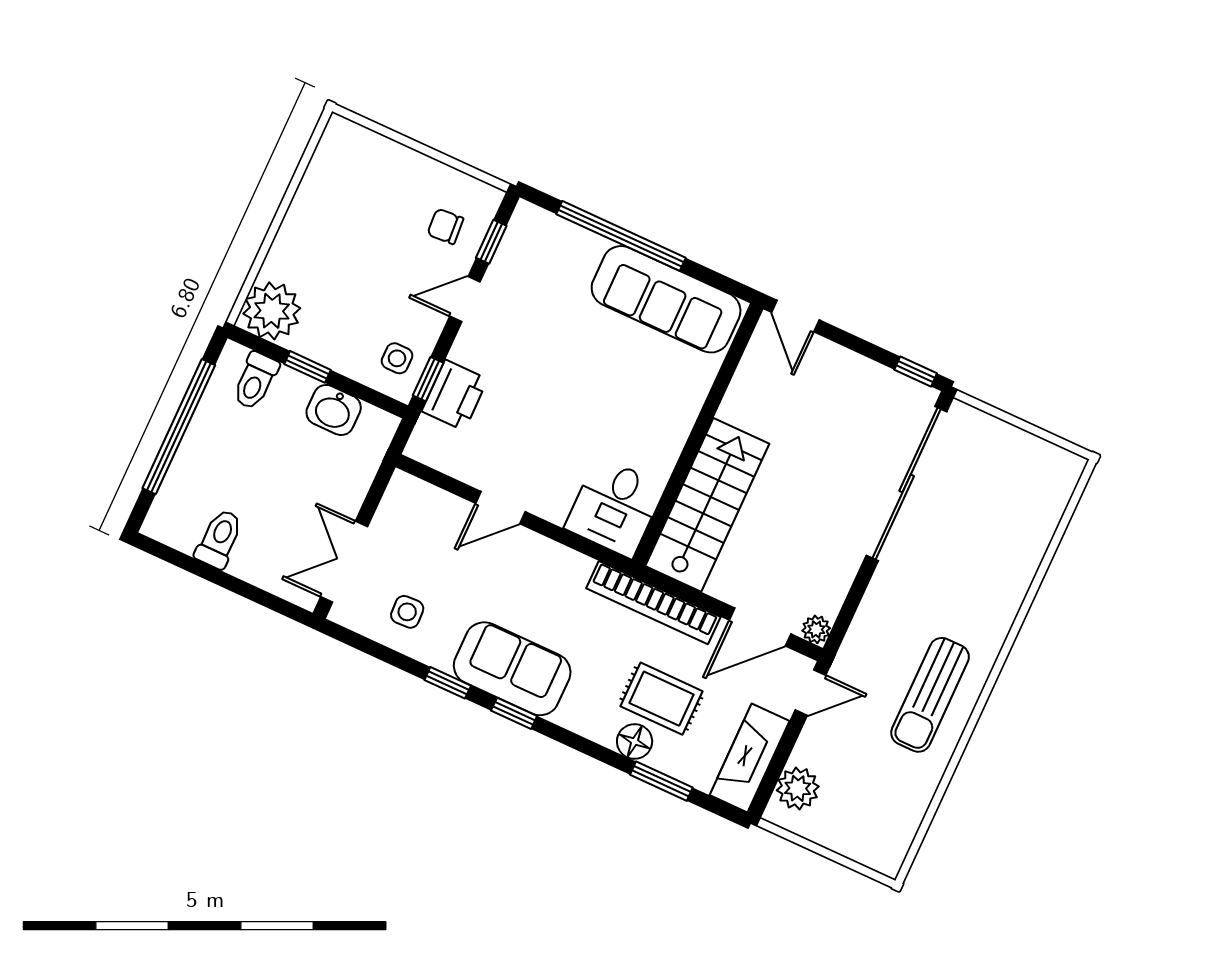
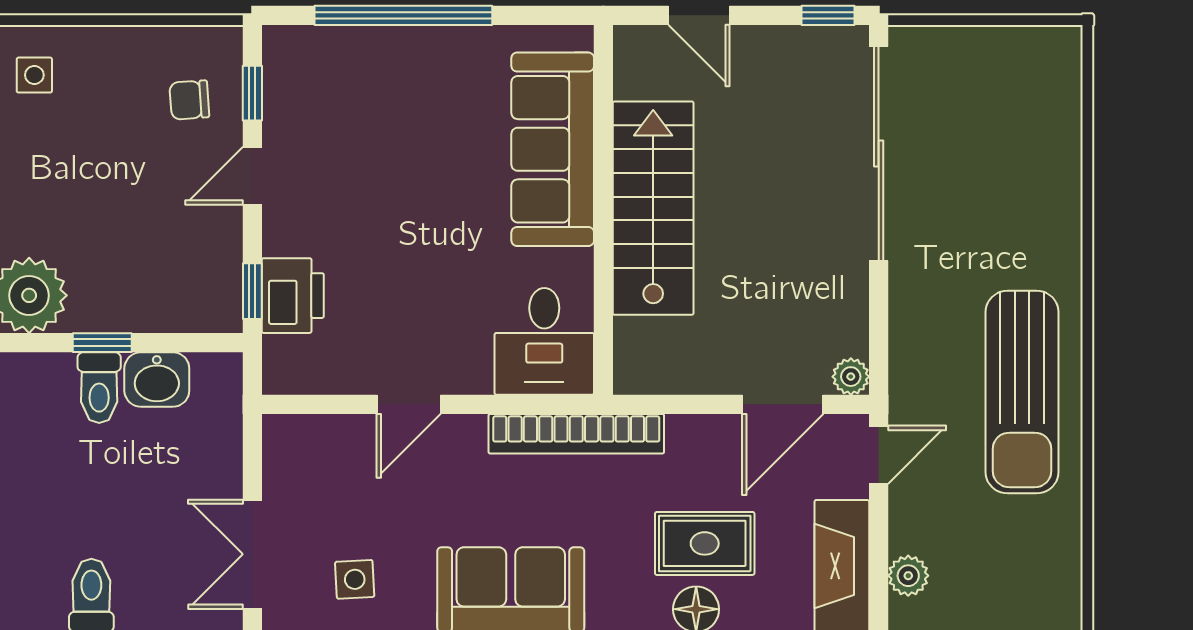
sofa: (666, 299) -> (553, 149), moved, turned 90
door: (795, 316) -> (699, 15), moved
side table: (397, 358) -> (34, 75), moved
toilet: (255, 381) -> (99, 388), moved
stairs: (707, 505) -> (653, 208), moved
bookcase: (653, 603) -> (576, 434), moved
sun lounger: (930, 695) -> (1022, 392), width x1.36, depth x1.34
plant: (798, 788) -> (908, 576), width x0.73, depth x0.73

